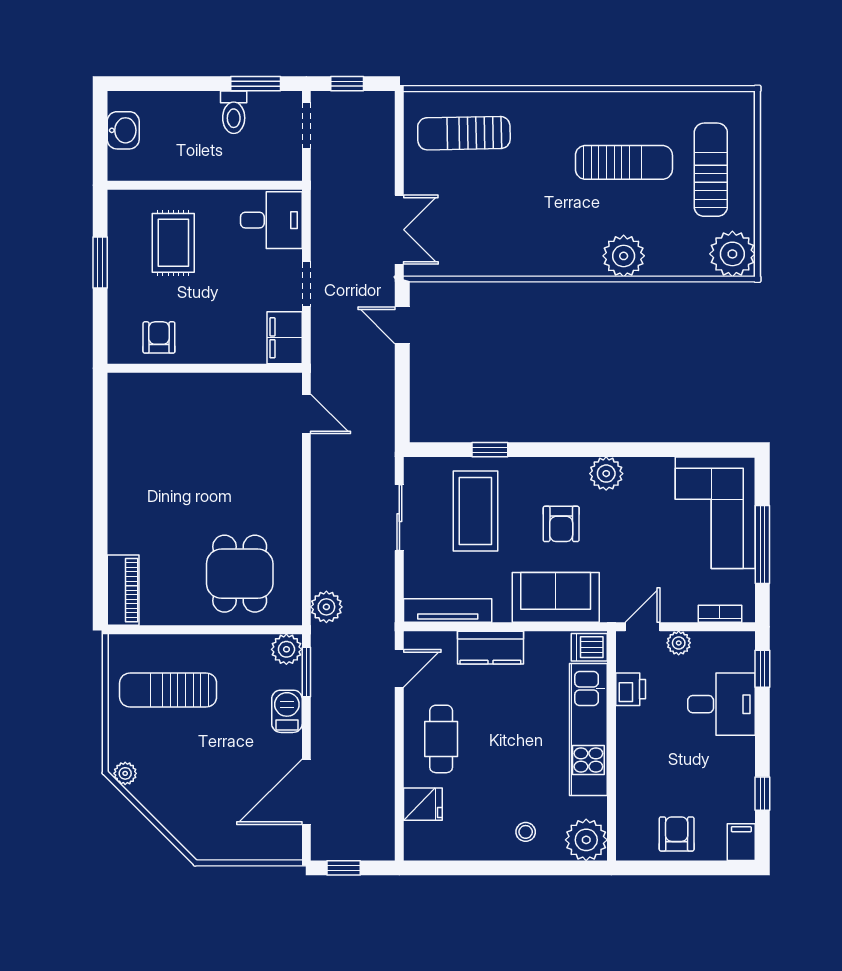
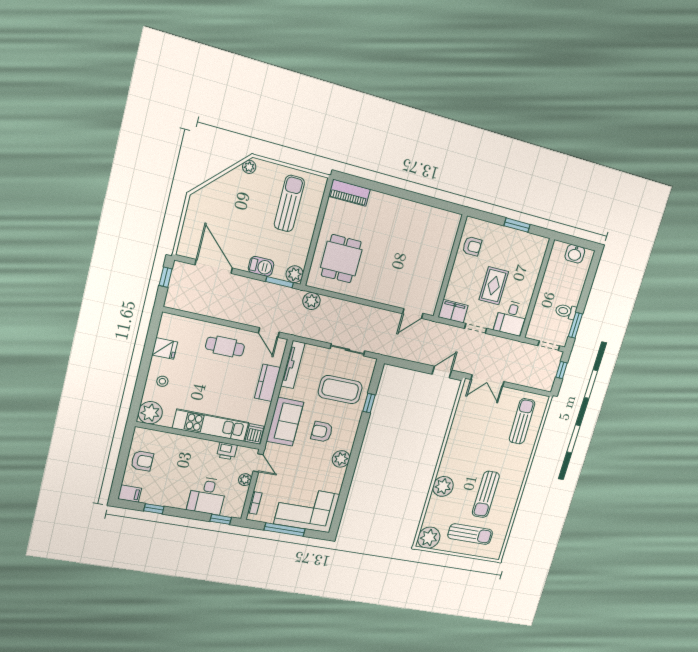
rug: (173, 243) -> (494, 286), moved, turned 90
dining table: (240, 574) -> (341, 259), turned 90
fridge: (423, 804) -> (165, 348), moved, turned -90

